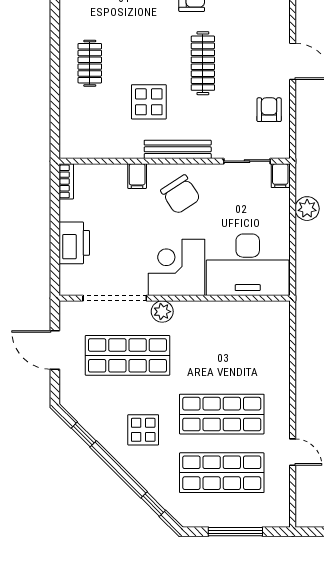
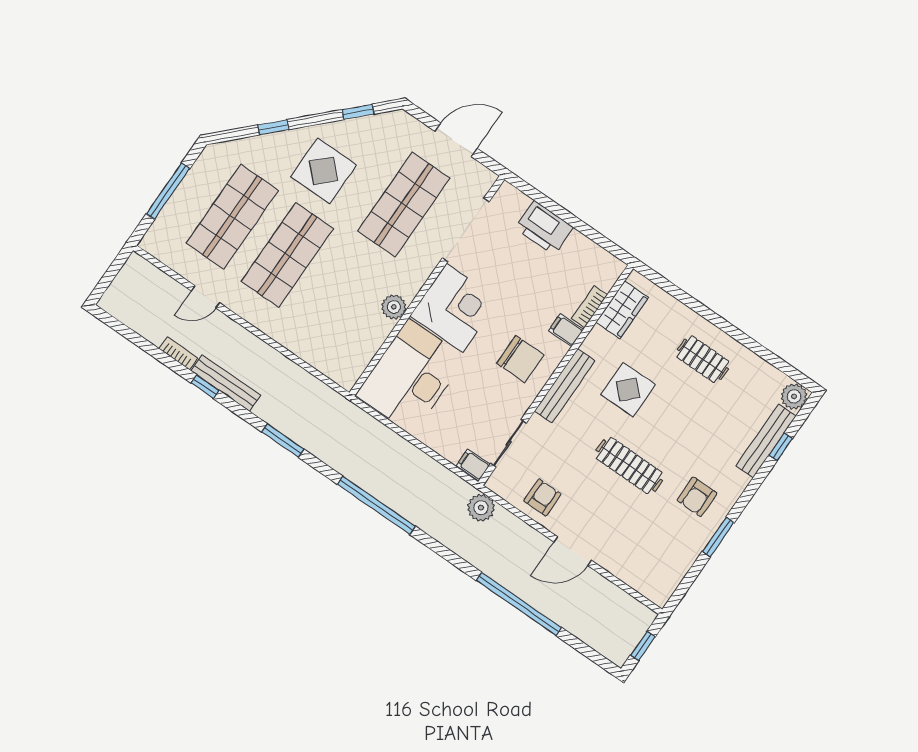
armchair: (269, 110) -> (542, 497), turned -90
wardrobe: (94, 146) -> (622, 310), added
bookcase: (66, 181) -> (590, 307), moved, turned 90
chair: (181, 195) -> (520, 359), turned -147
plant: (307, 209) -> (481, 508), moved
plant: (162, 312) -> (394, 307), moved
display table: (143, 430) -> (324, 171), width x1.36, depth x1.36
window: (153, 504) -> (273, 127), moved

